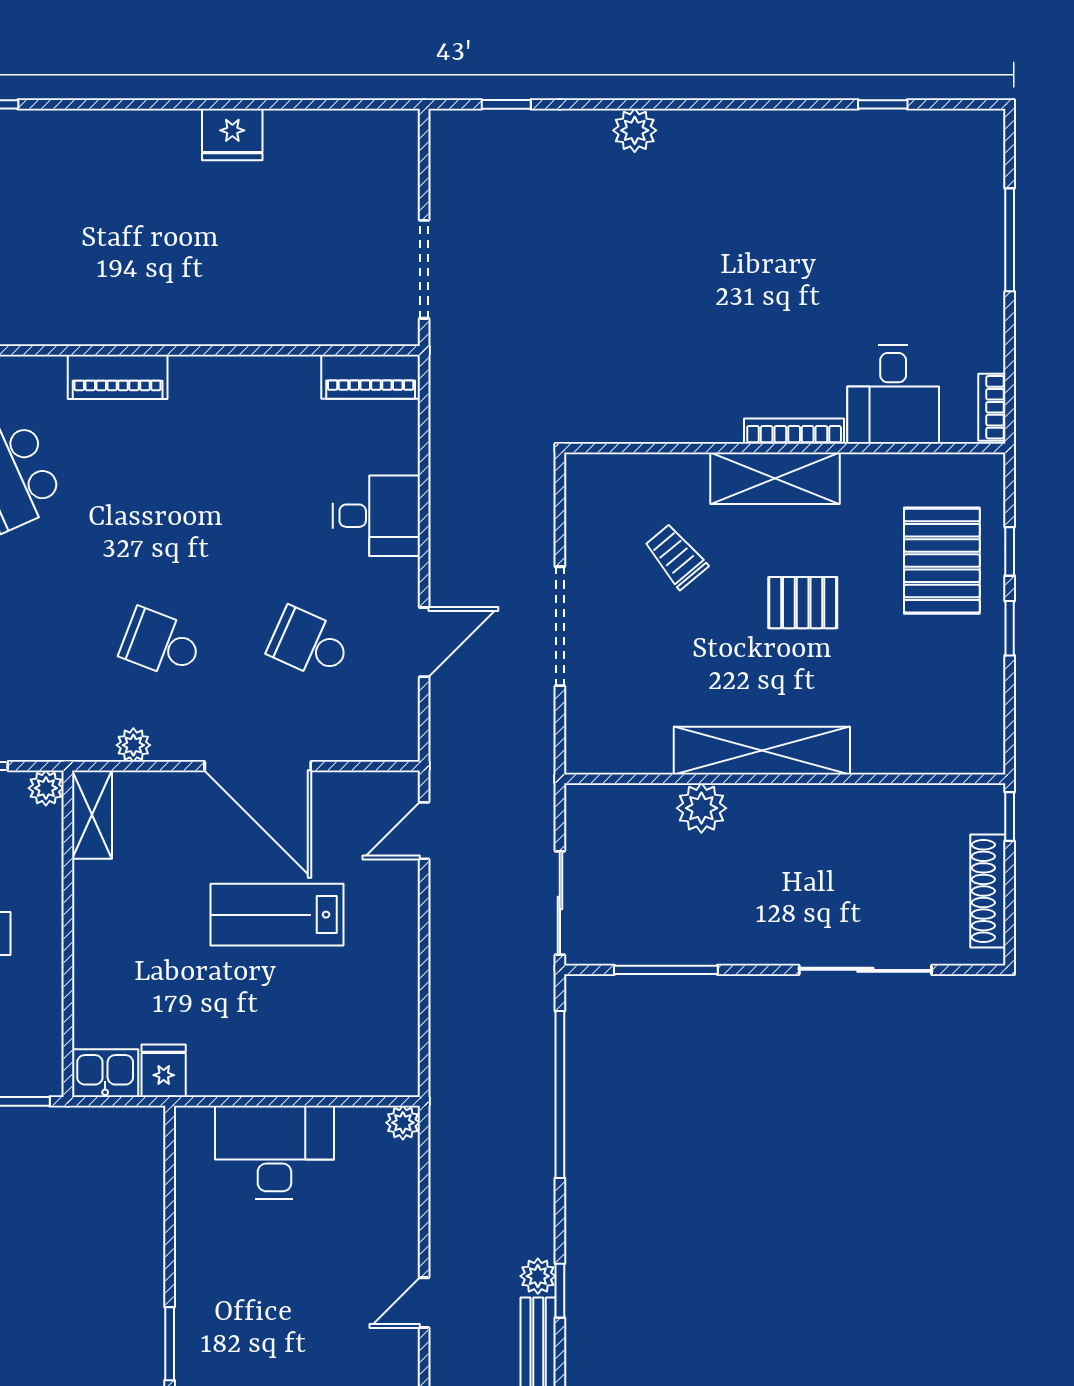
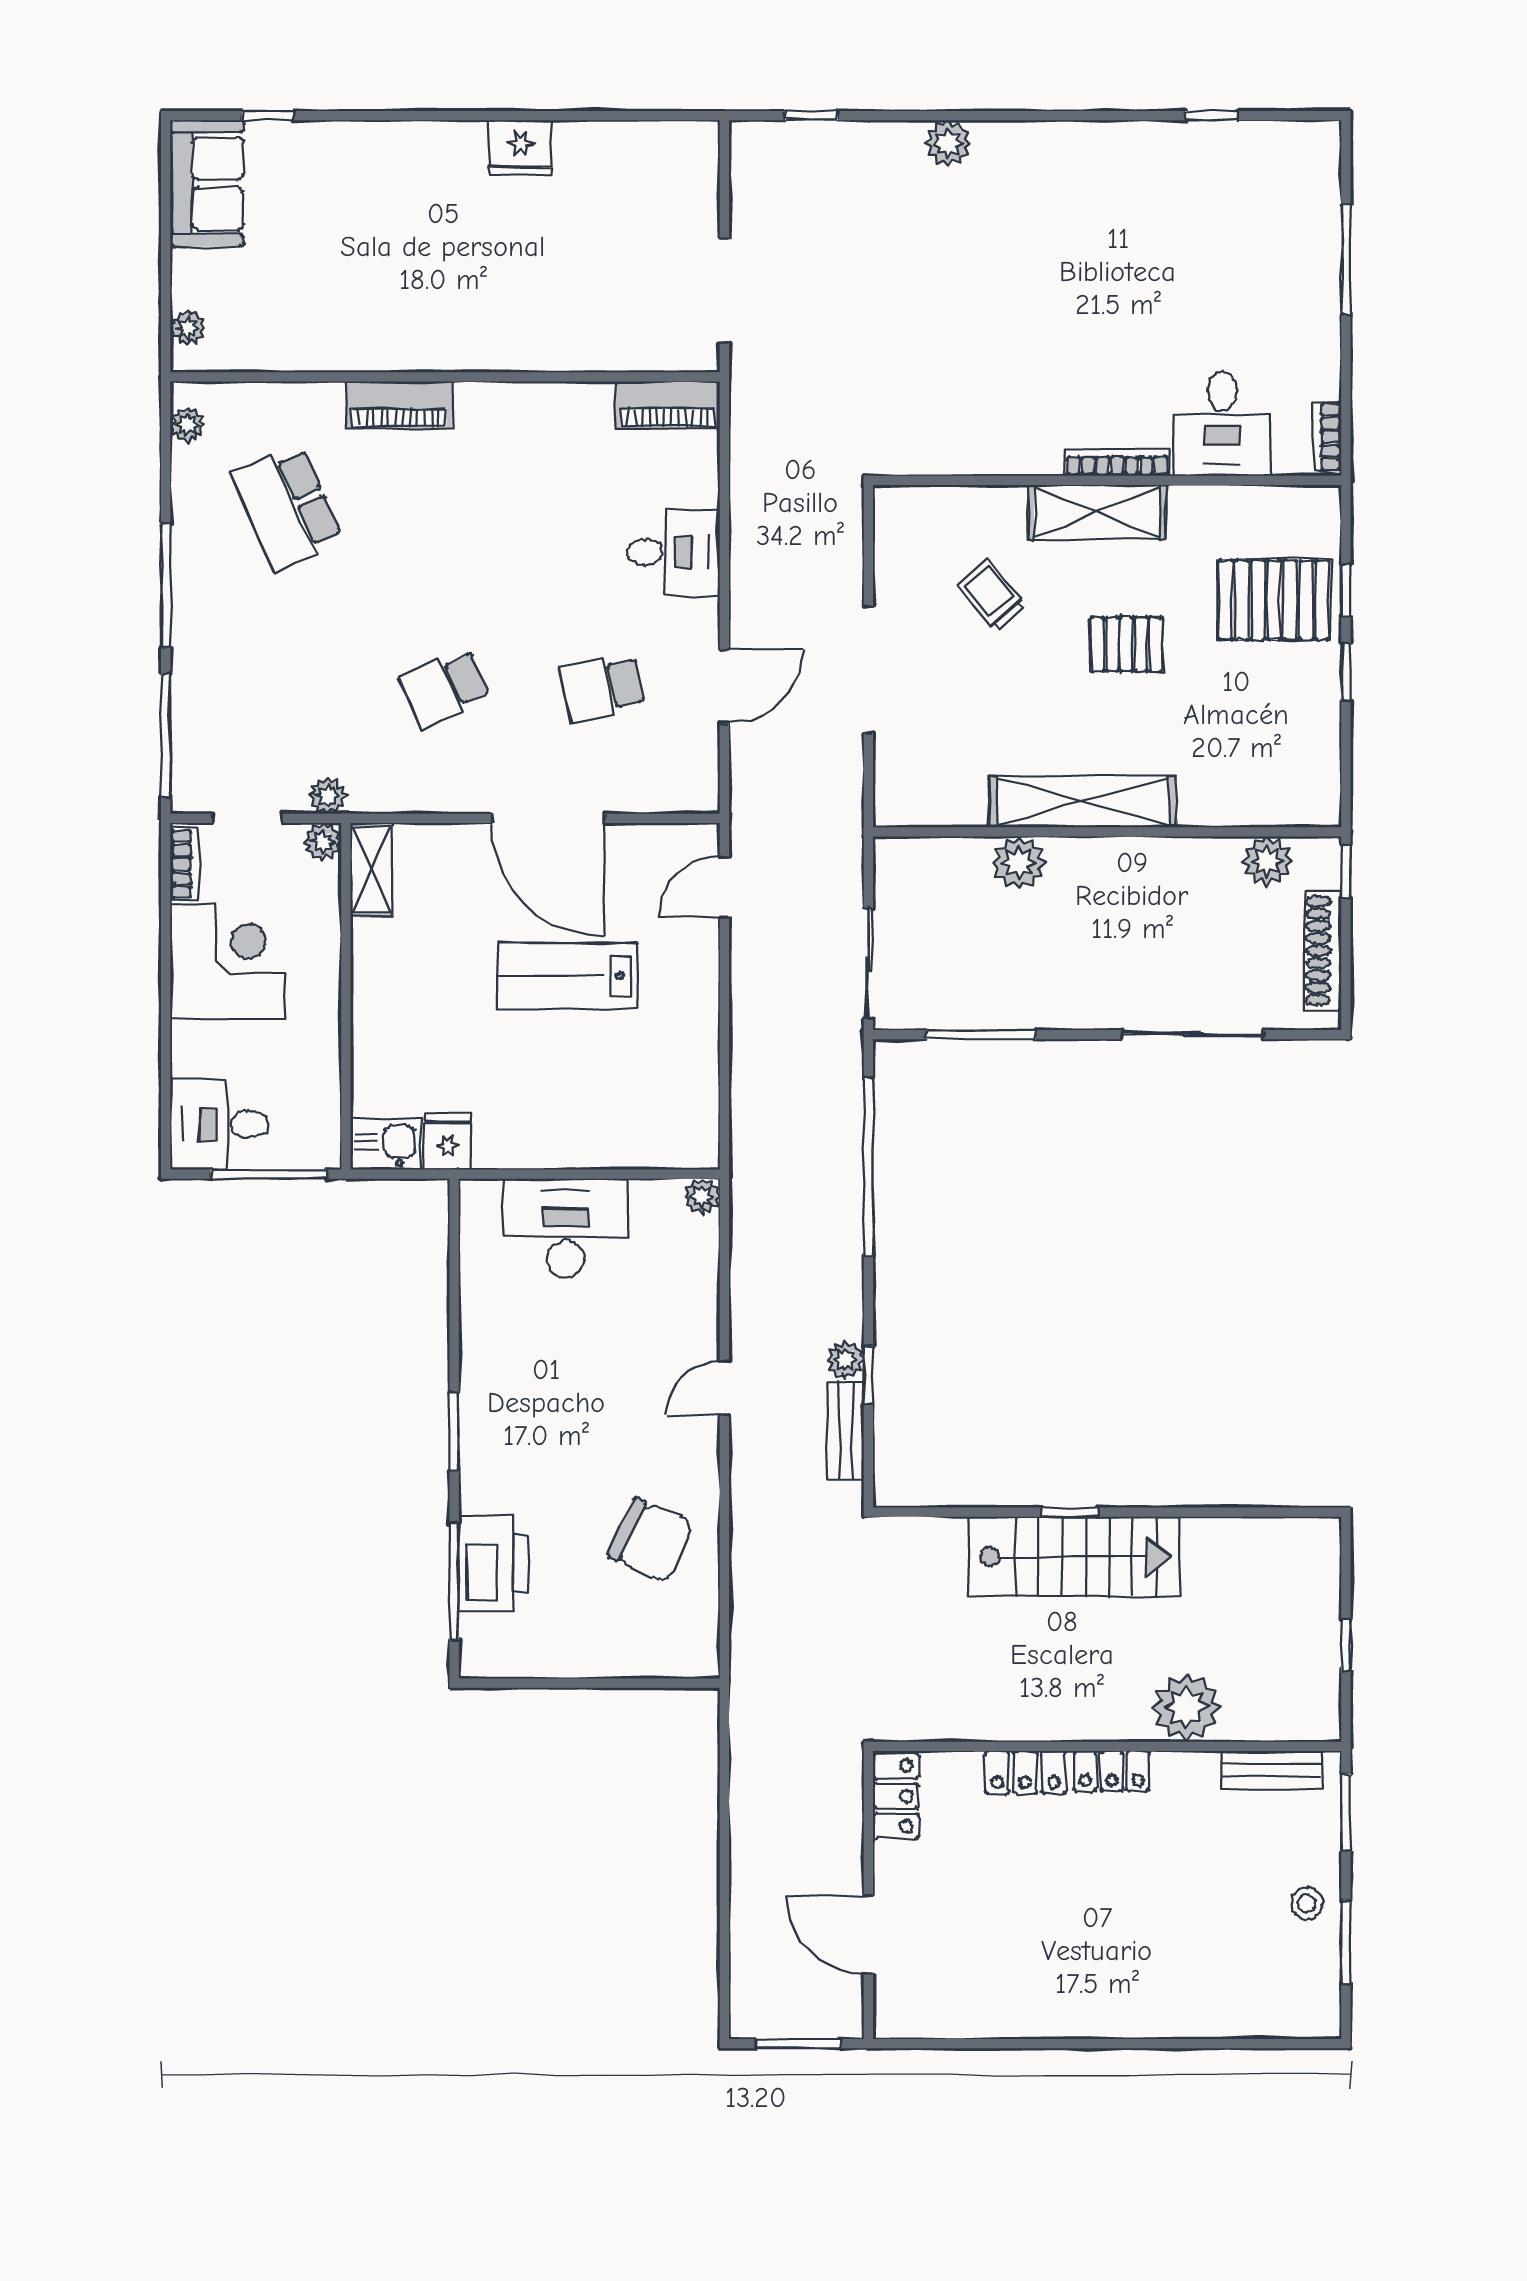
pallet: (942, 561) -> (1274, 600), turned 90
school desk: (161, 643) -> (445, 688), turned -45
school desk: (309, 643) -> (602, 688), turned -36
plant: (133, 745) -> (327, 796), moved
plant: (936, 806) -> (1268, 861), added

